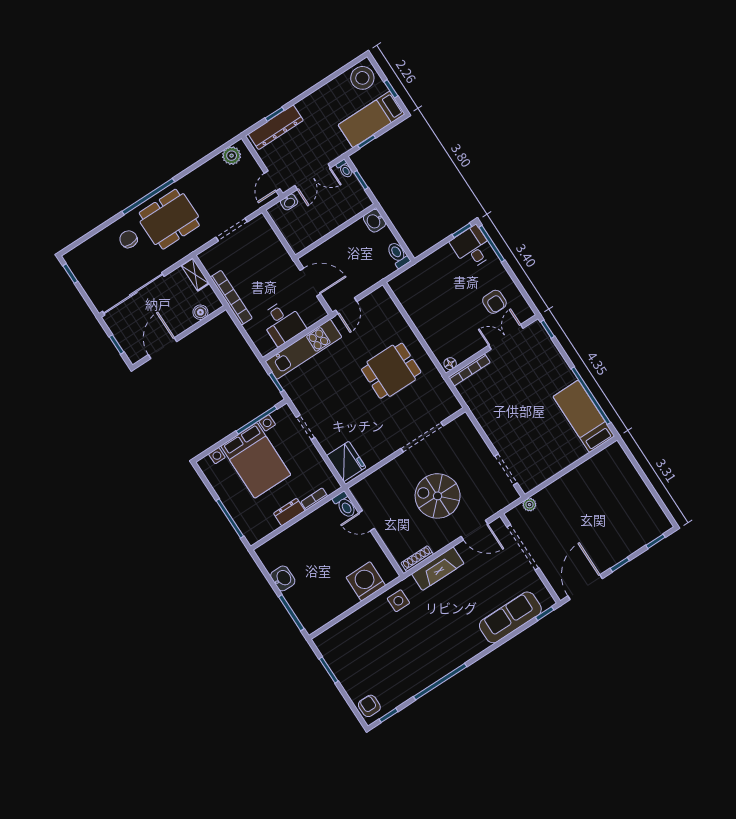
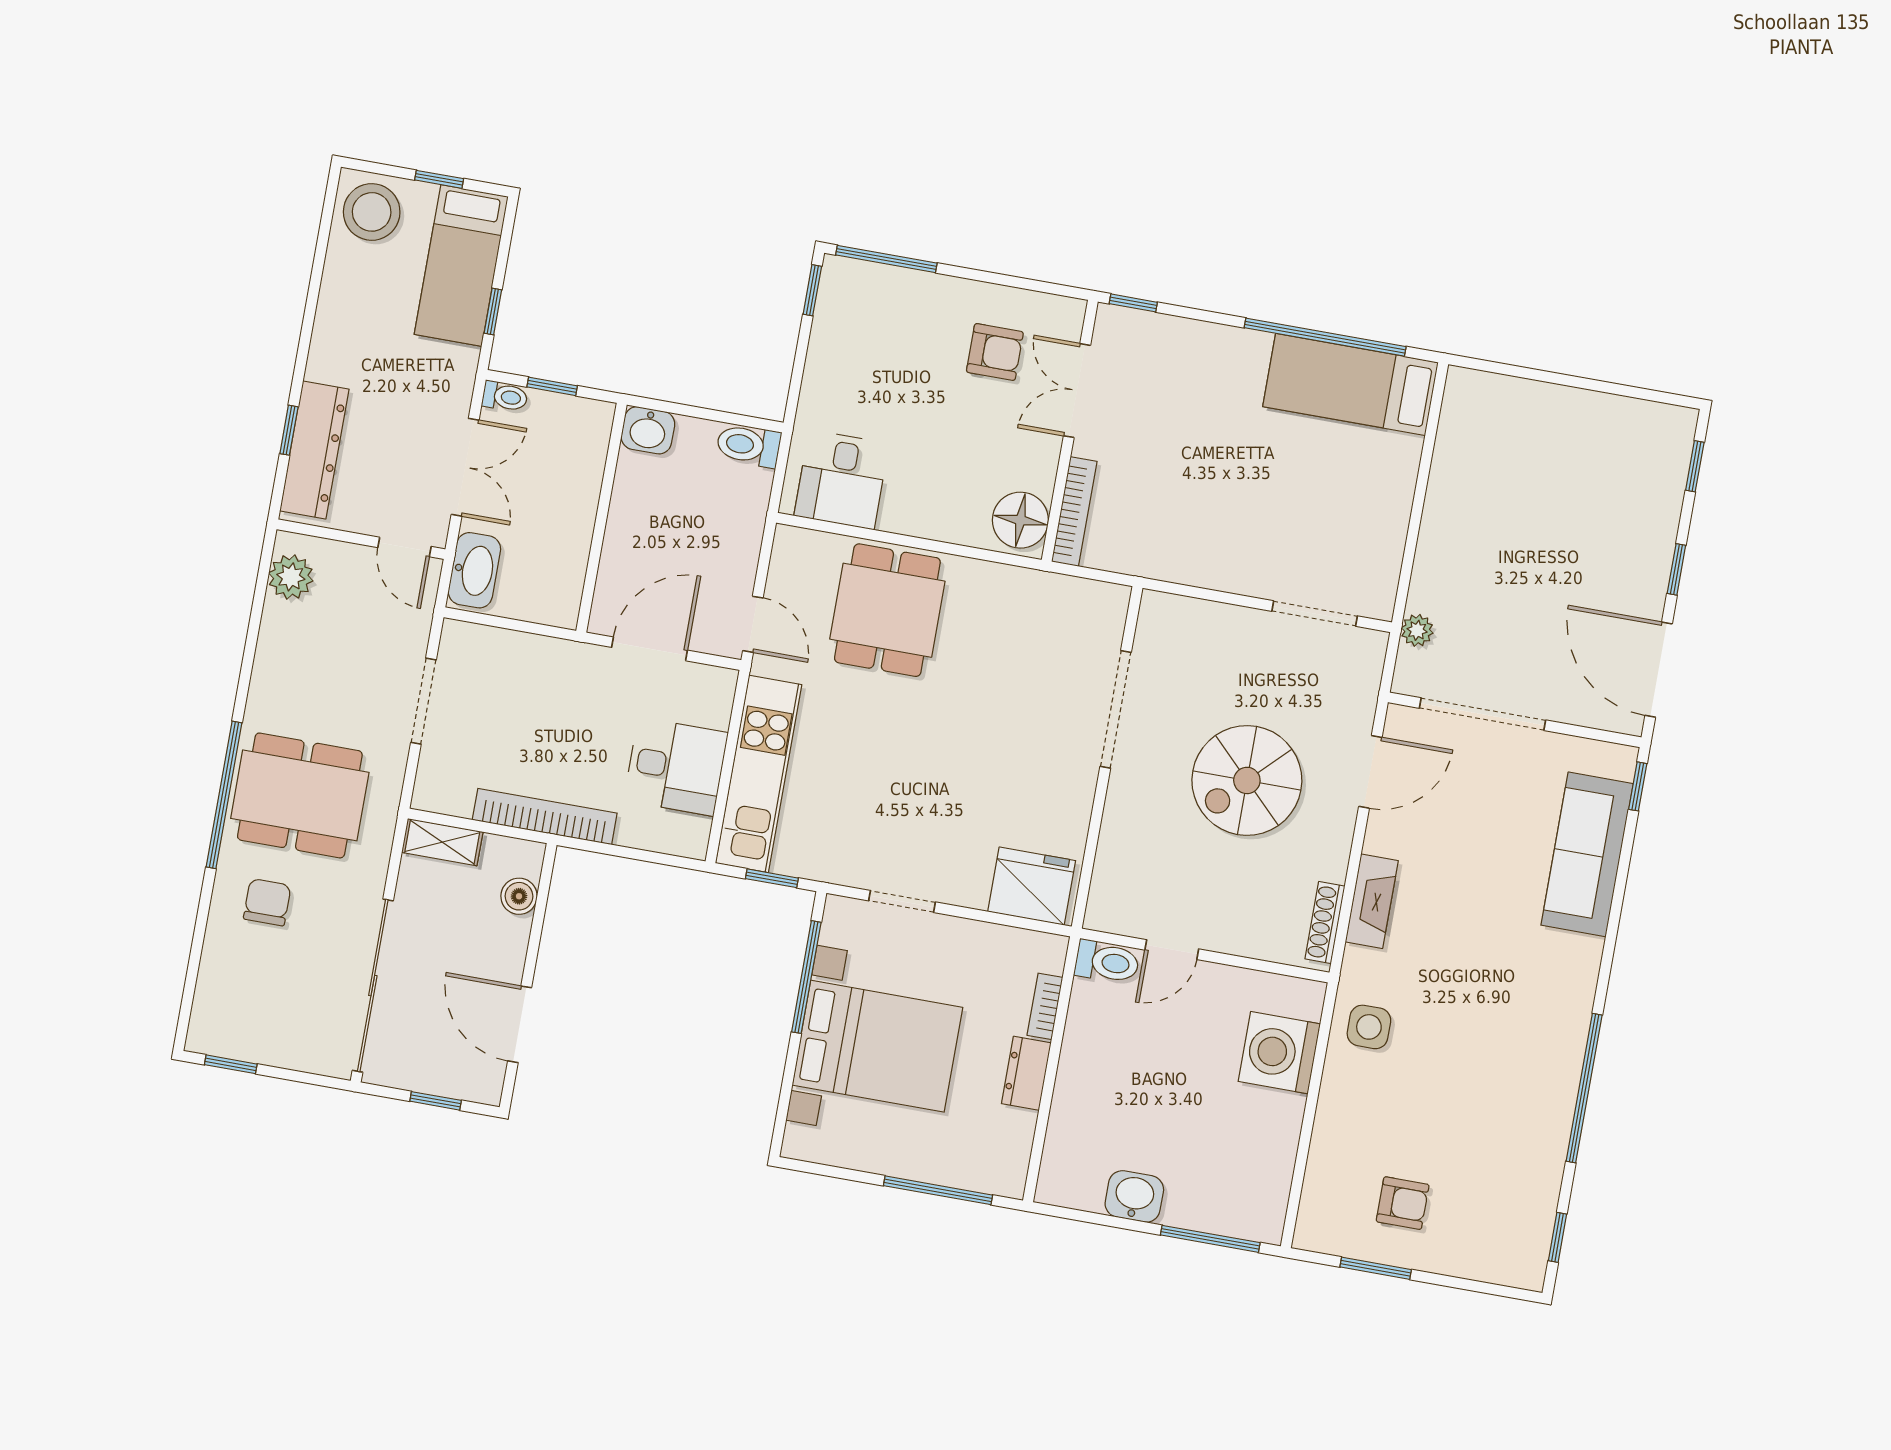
washbasin: (289, 202) -> (474, 570), width x1.91, depth x1.45
dining table: (169, 219) -> (300, 795), turned 90
chair: (129, 239) -> (267, 902), turned 90
desk: (472, 248) -> (842, 480), moved, turned -90
floor lamp: (450, 364) -> (1020, 520), width x1.89, depth x1.89
dining table: (391, 371) -> (887, 610), moved
fireplace: (438, 569) -> (1372, 901), width x0.73, depth x0.76
armchair: (369, 706) -> (1403, 1203), moved, turned 180

